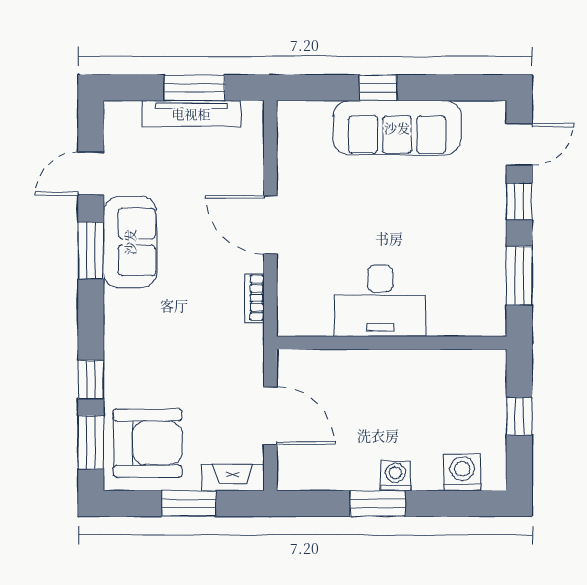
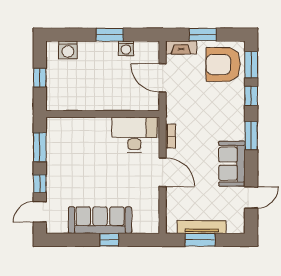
window: (91, 250) -> (251, 135), moved
desk: (380, 301) -> (134, 135), moved
washing machine: (395, 476) -> (126, 48), moved

